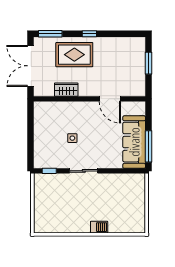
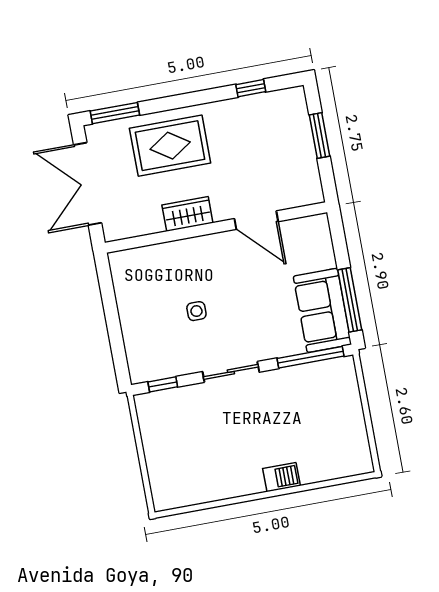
window: (89, 34) -> (251, 88), moved
wardrobe: (66, 90) -> (187, 214), moved
sofa: (134, 142) -> (322, 310), width x0.73
window: (124, 171) -> (310, 357), added

